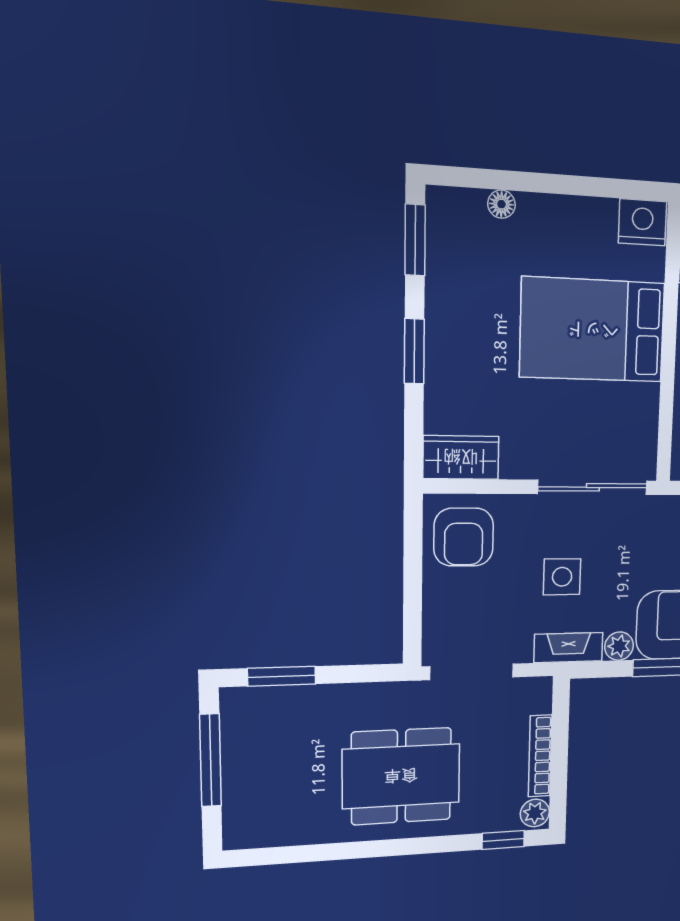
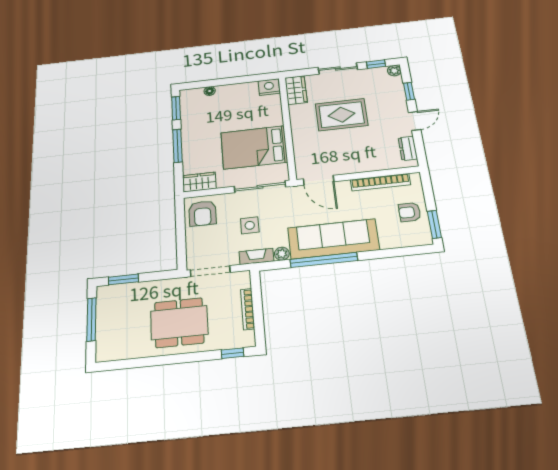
bed: (593, 330) -> (254, 147), moved
window: (414, 351) -> (177, 146), width x1.44
plant: (535, 813) -> (248, 338), removed

